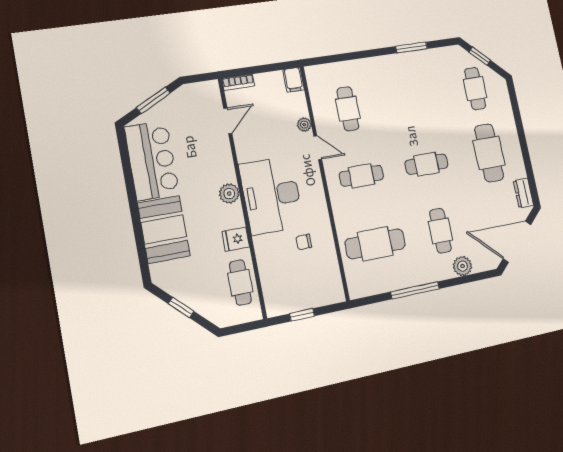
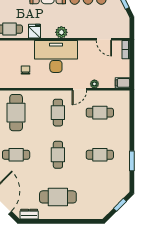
cafe table: (475, 89) -> (100, 155), moved

